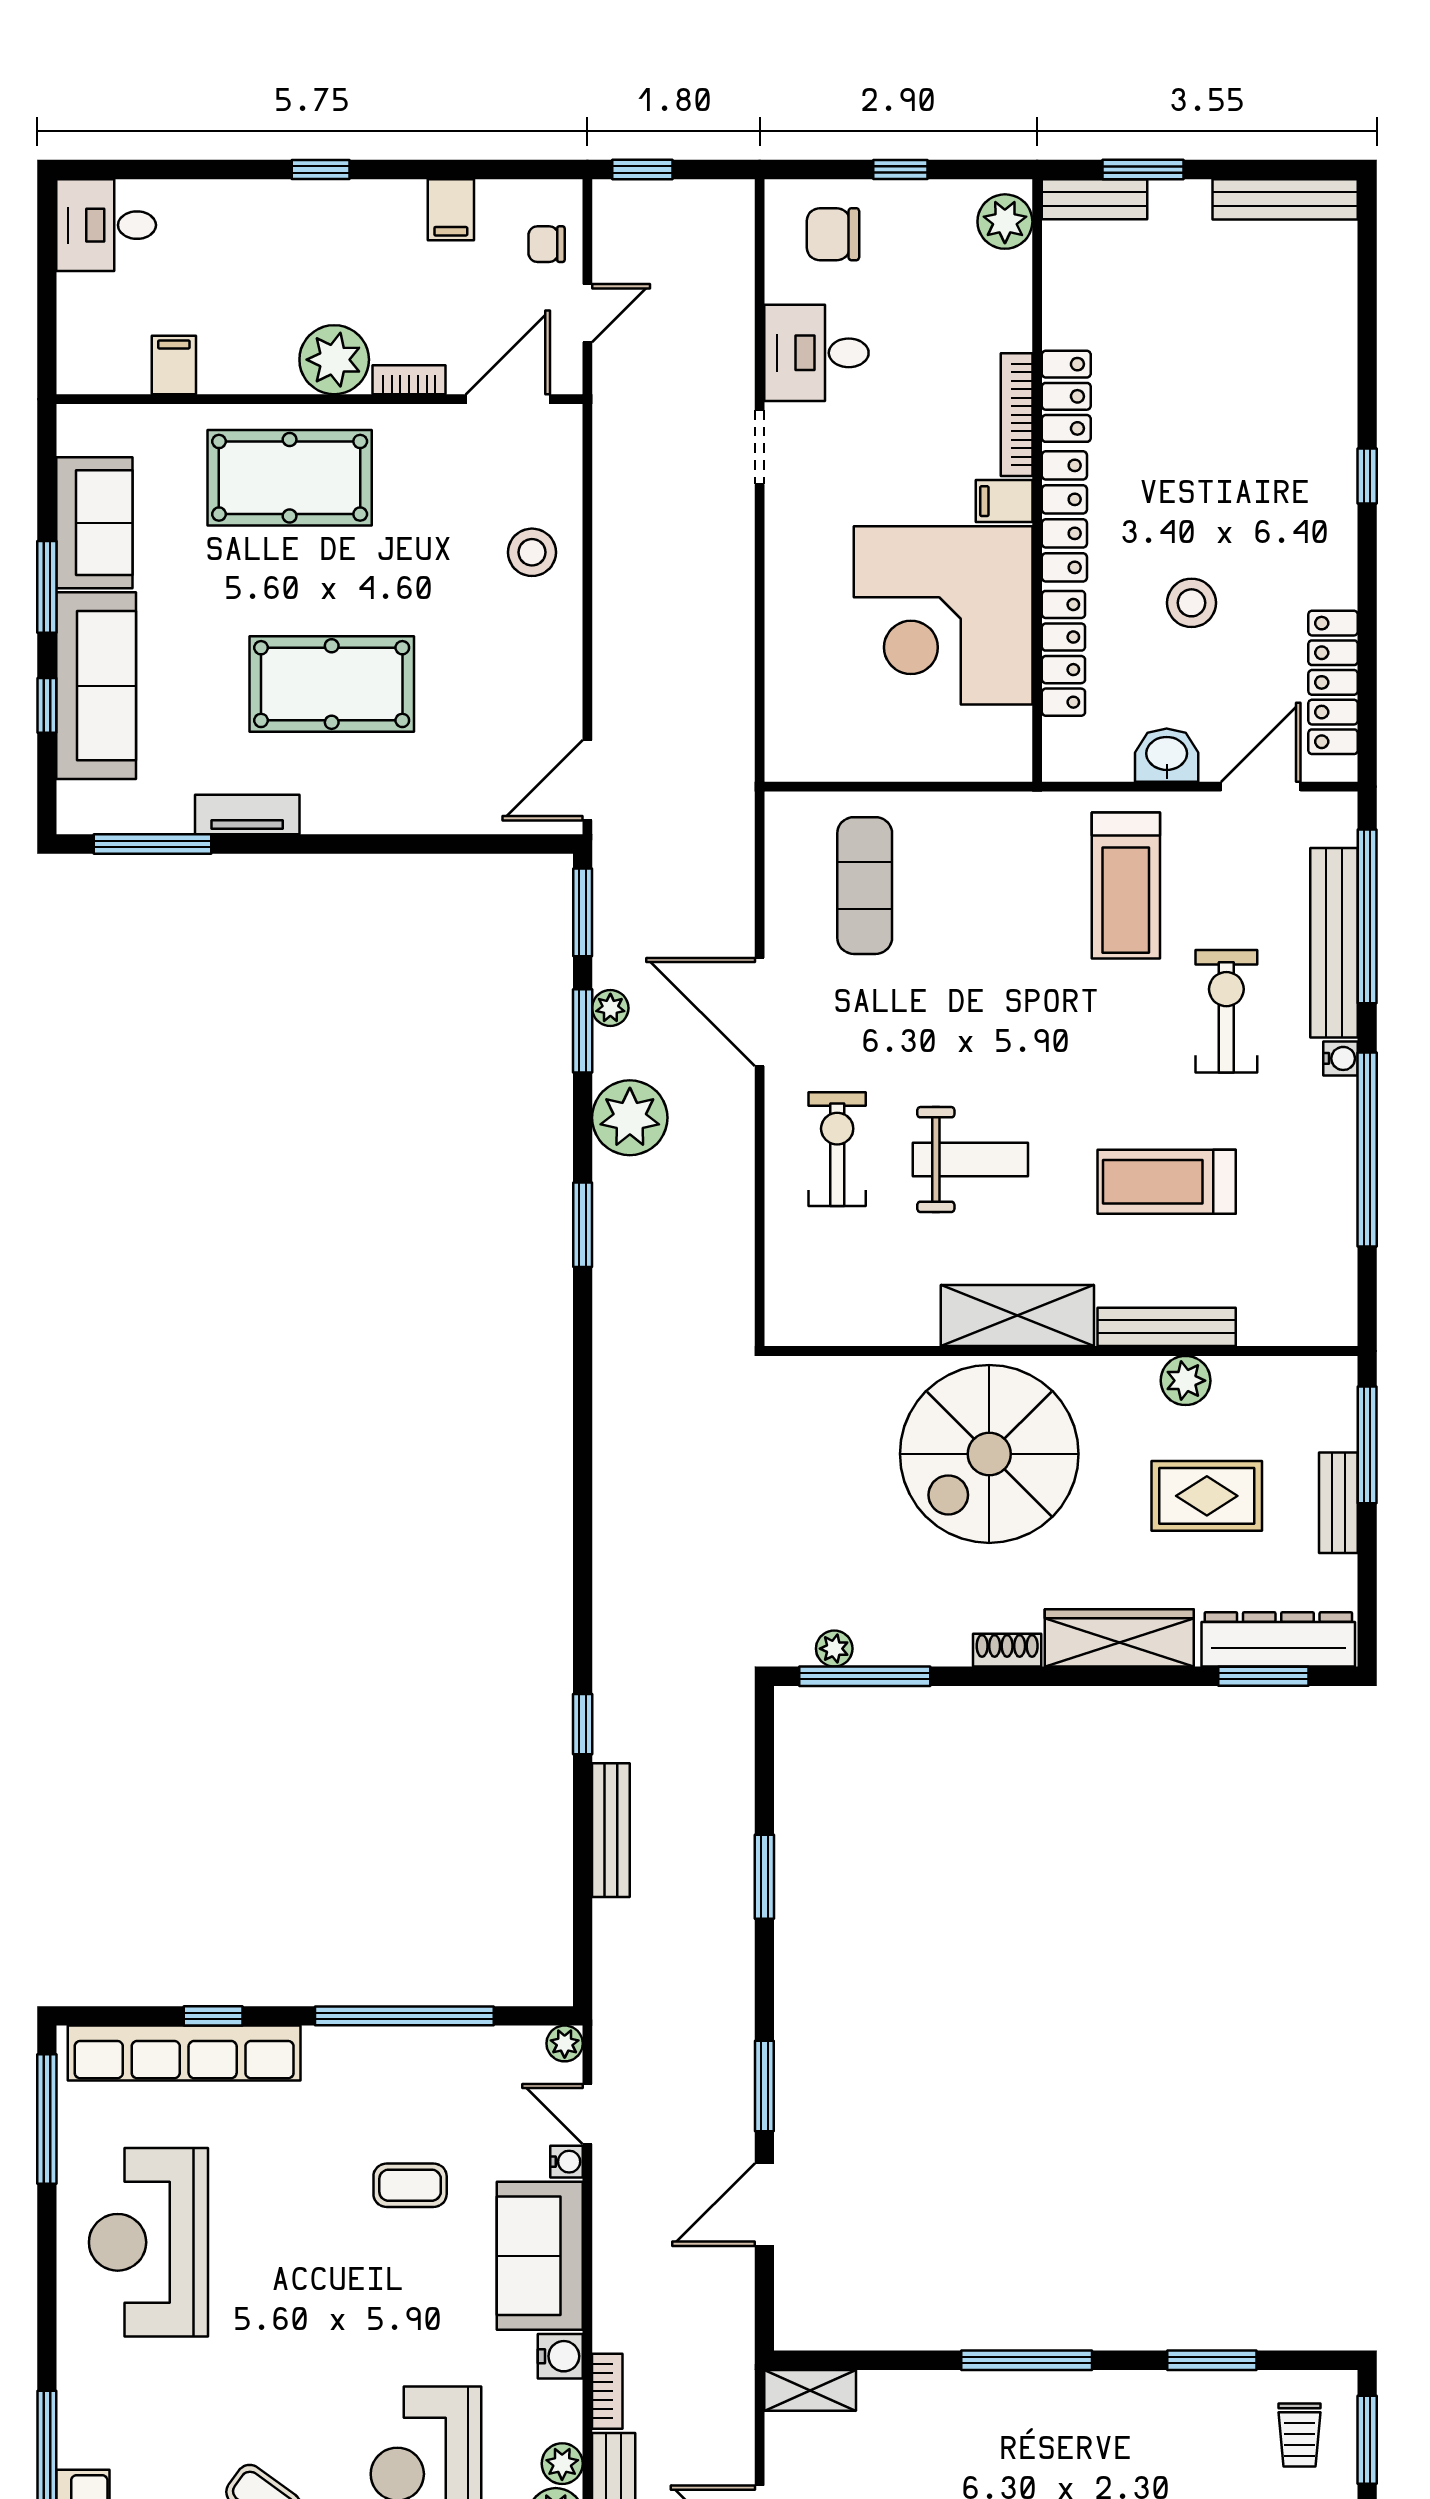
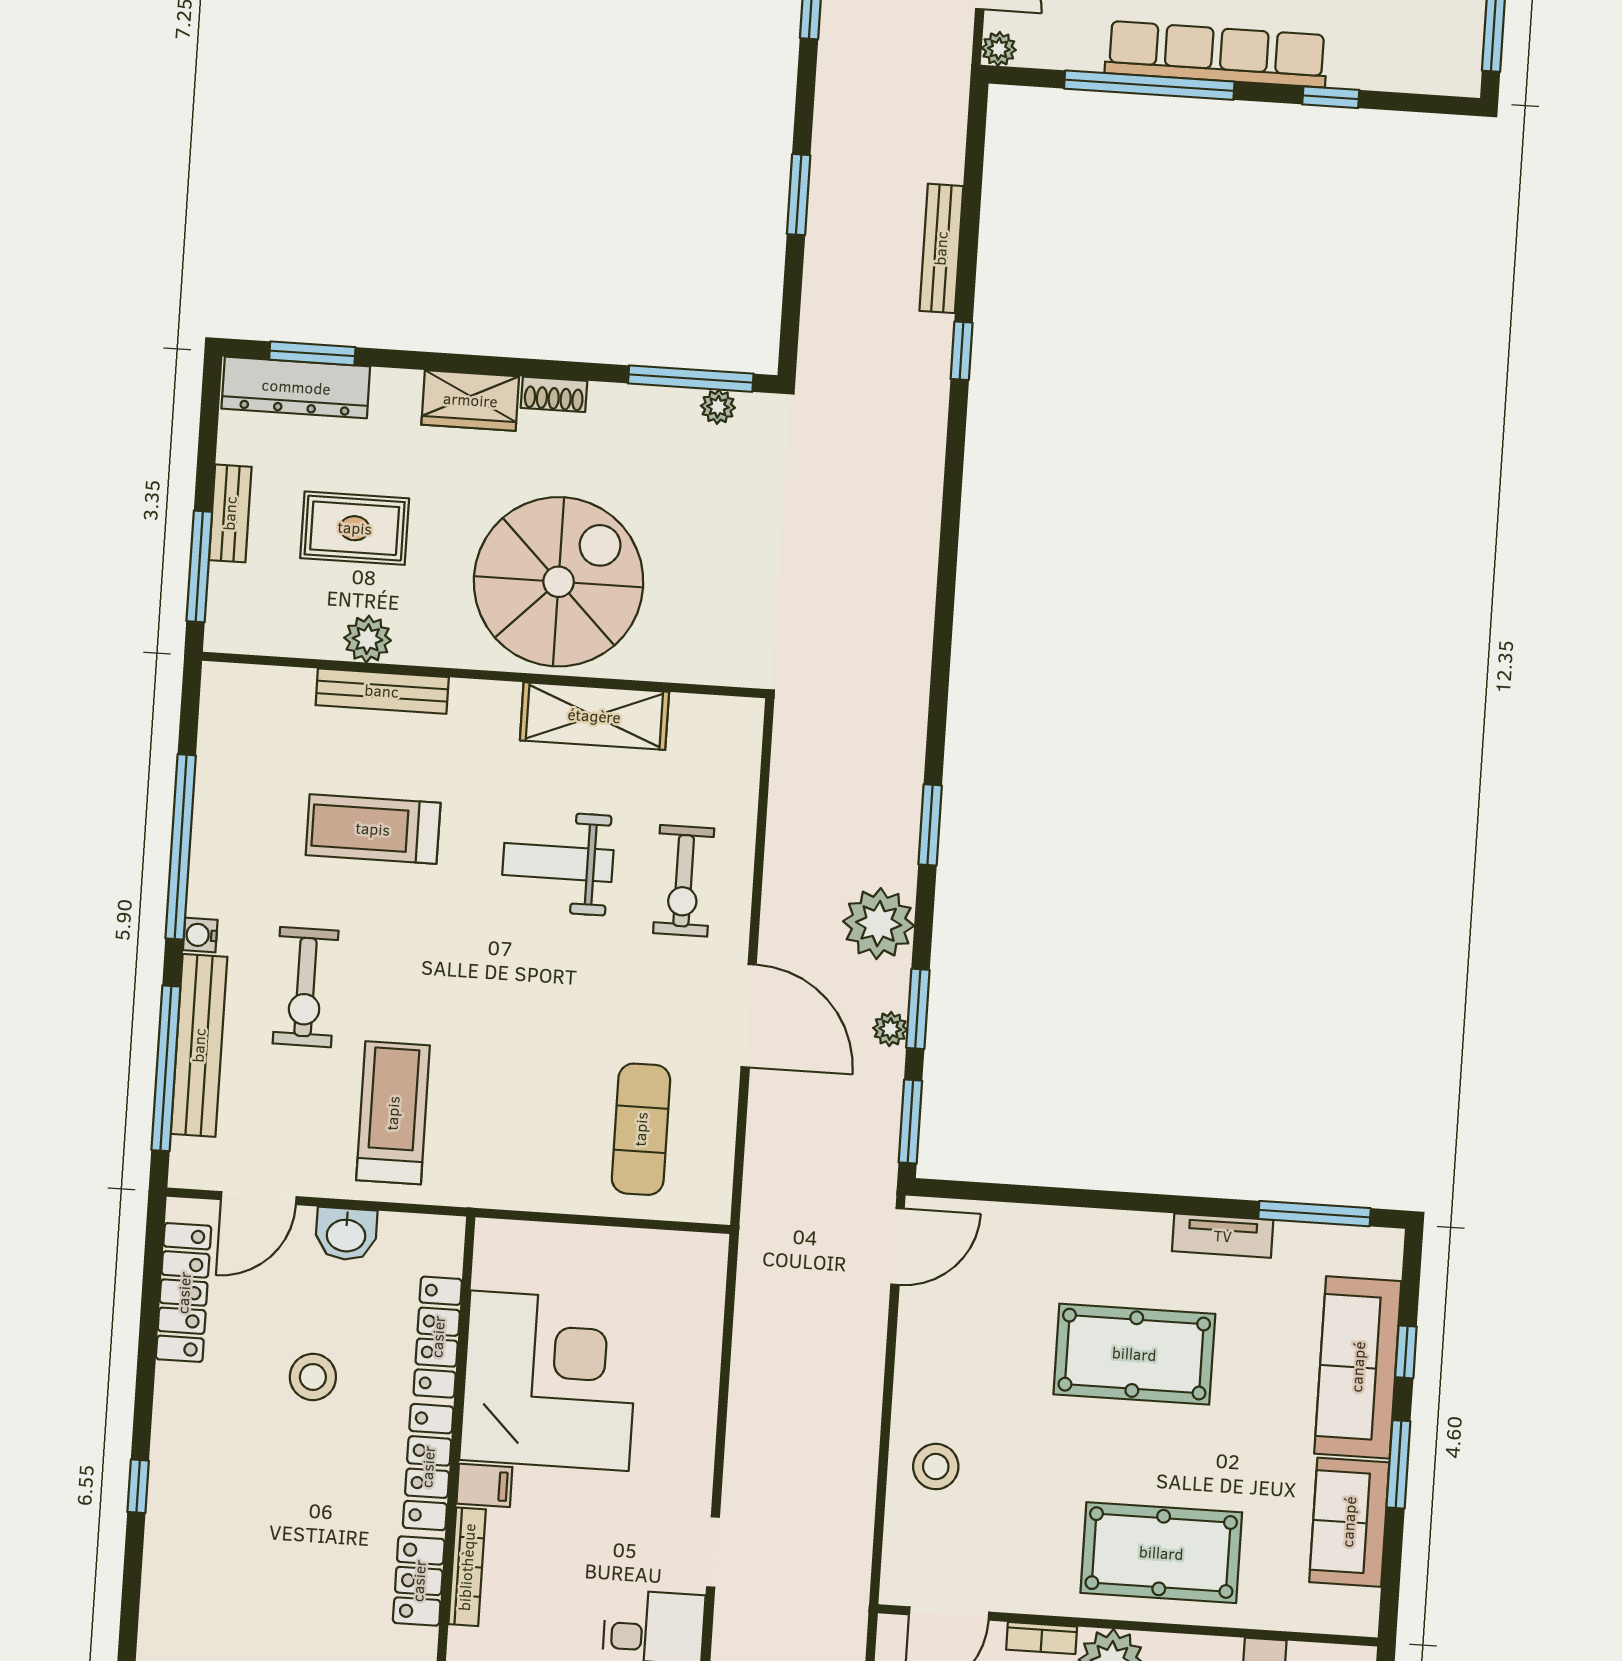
treadmill: (1167, 1182) -> (373, 829), turned 180
shelving: (1017, 1316) -> (594, 716), moved
wardrobe: (1119, 1638) -> (470, 400), width x0.67
row of seats: (184, 2053) -> (1216, 54), moved

